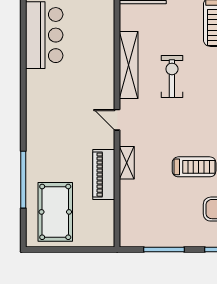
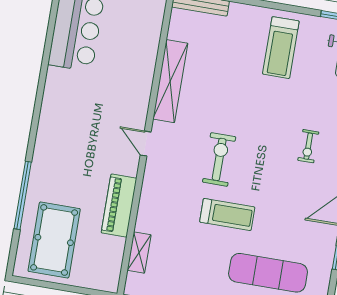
exercise bike: (172, 77) -> (219, 159), moved
shelving: (127, 163) -> (139, 253), moved

